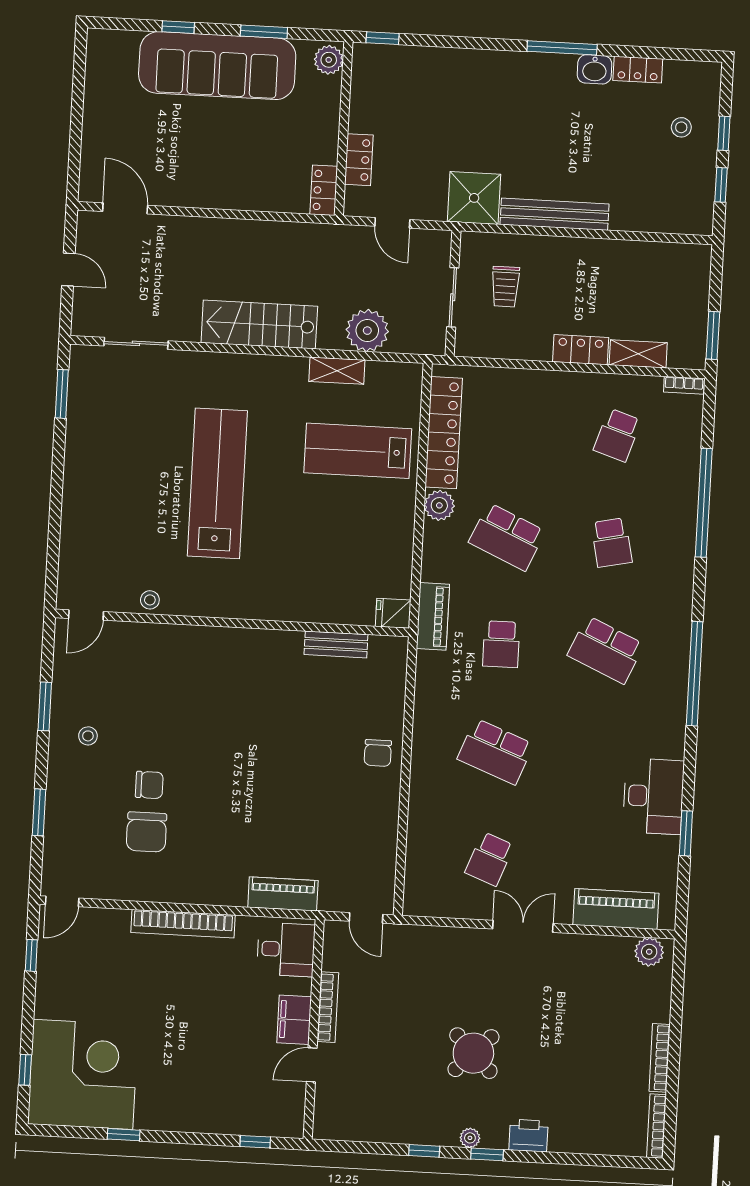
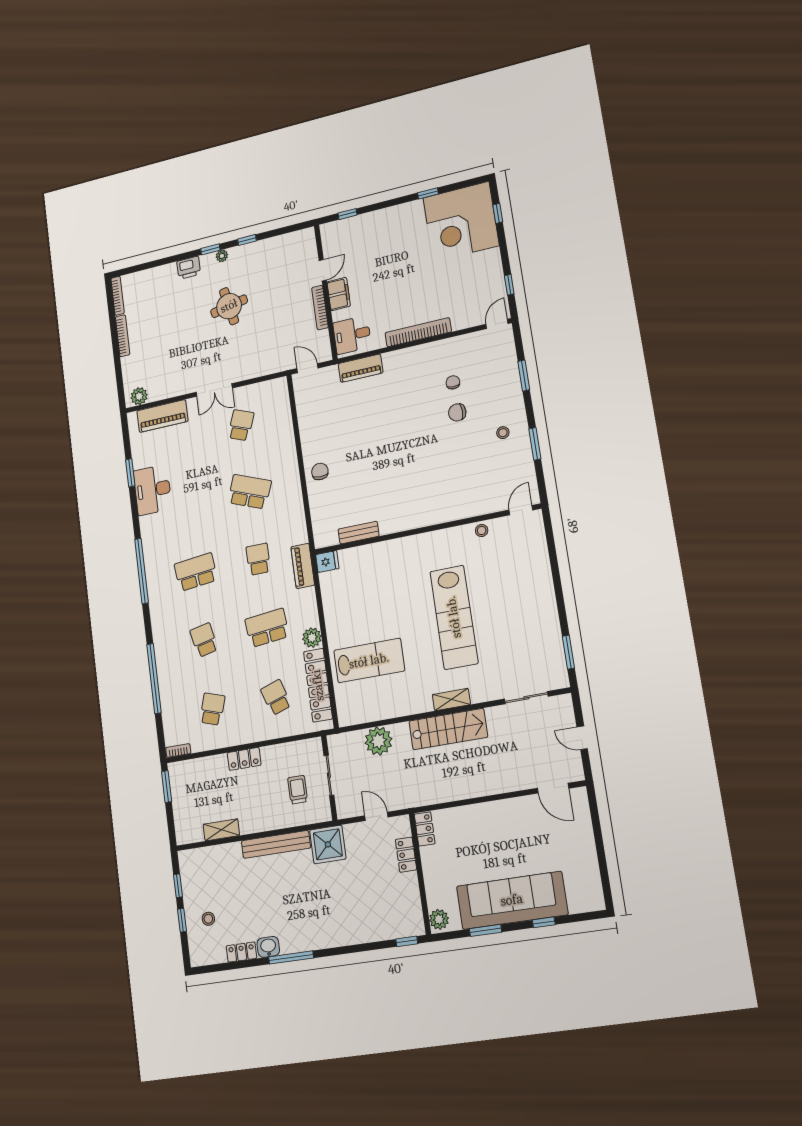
shelving: (638, 354) -> (221, 830), moved
shelving: (337, 371) -> (451, 699), moved
school desk: (513, 429) -> (276, 697), added
school desk: (507, 537) -> (267, 628), turned -30
school desk: (606, 650) -> (196, 572), turned -30
chair: (146, 832) -> (453, 382), width x0.54, depth x0.54
round table: (473, 1053) -> (229, 306), turned 34

